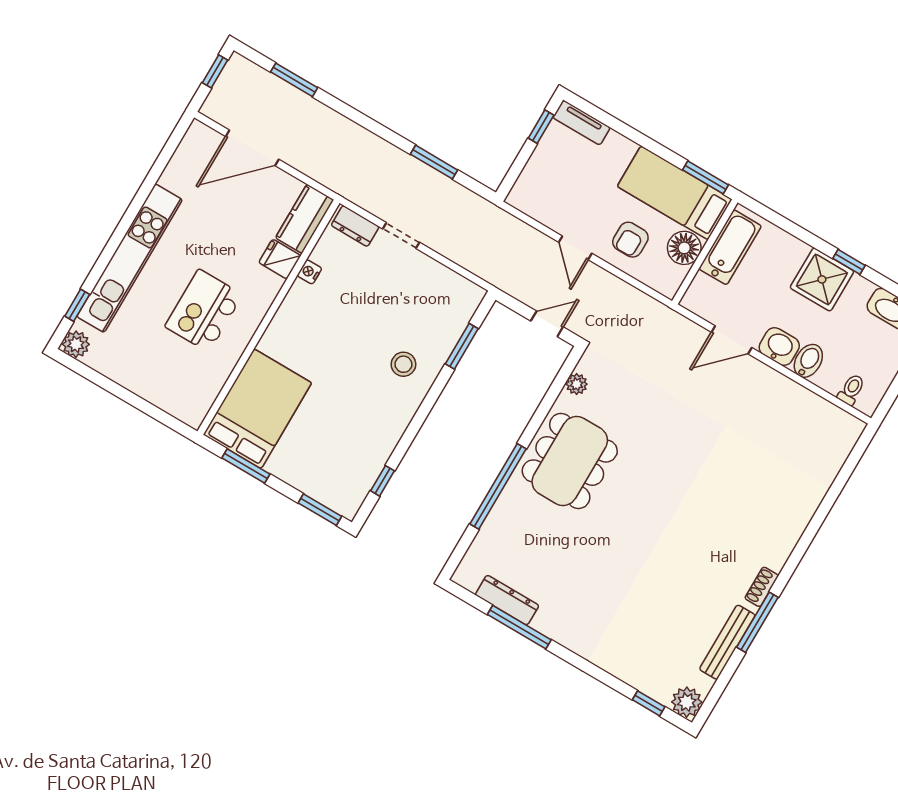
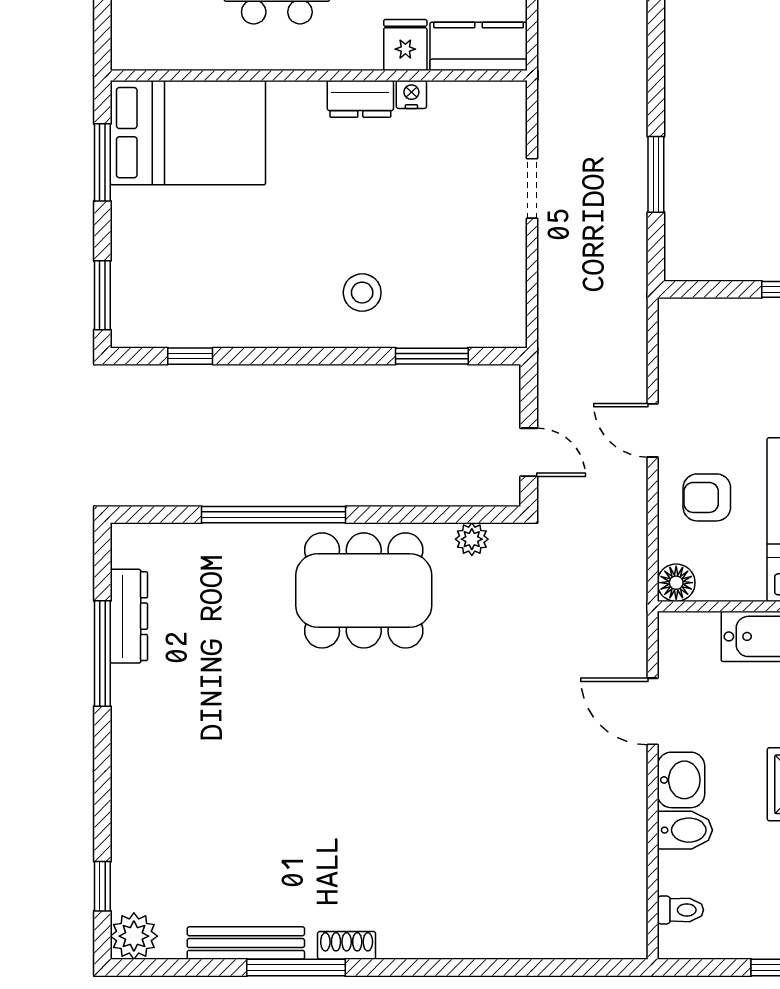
dresser: (355, 226) -> (360, 99), moved, turned -90
door: (575, 248) -> (653, 430), hinge flipped
floor lamp: (684, 248) -> (676, 583), moved, width x0.73, depth x0.73

